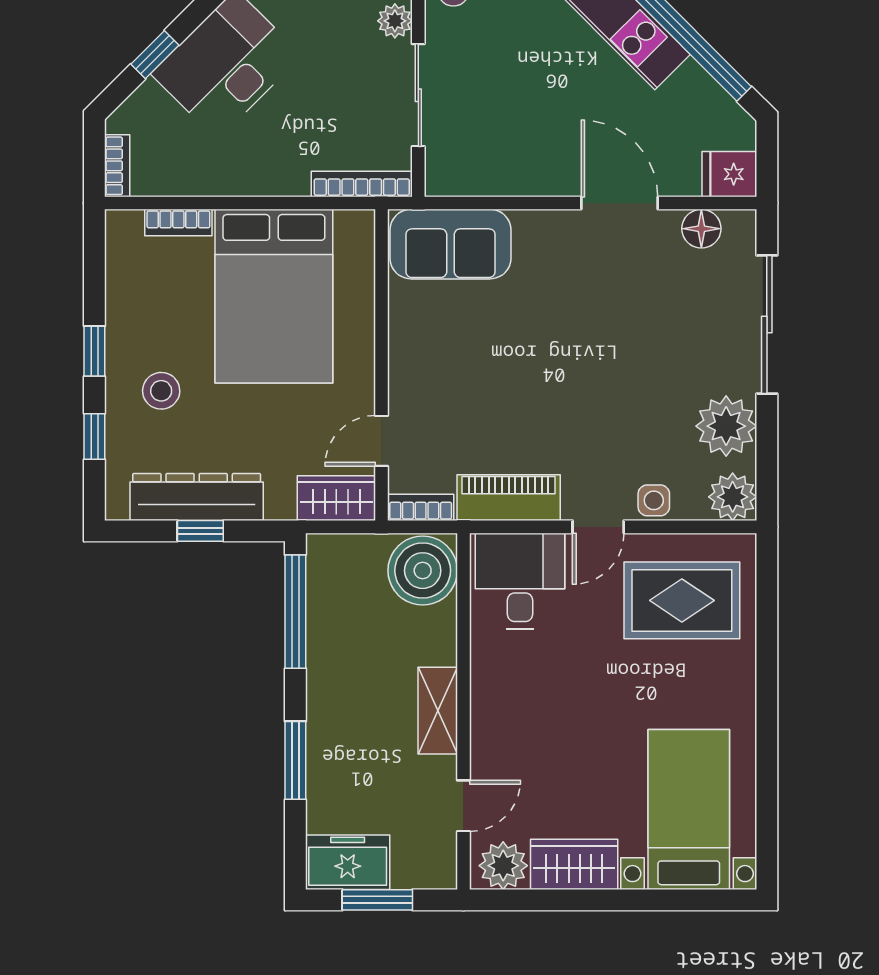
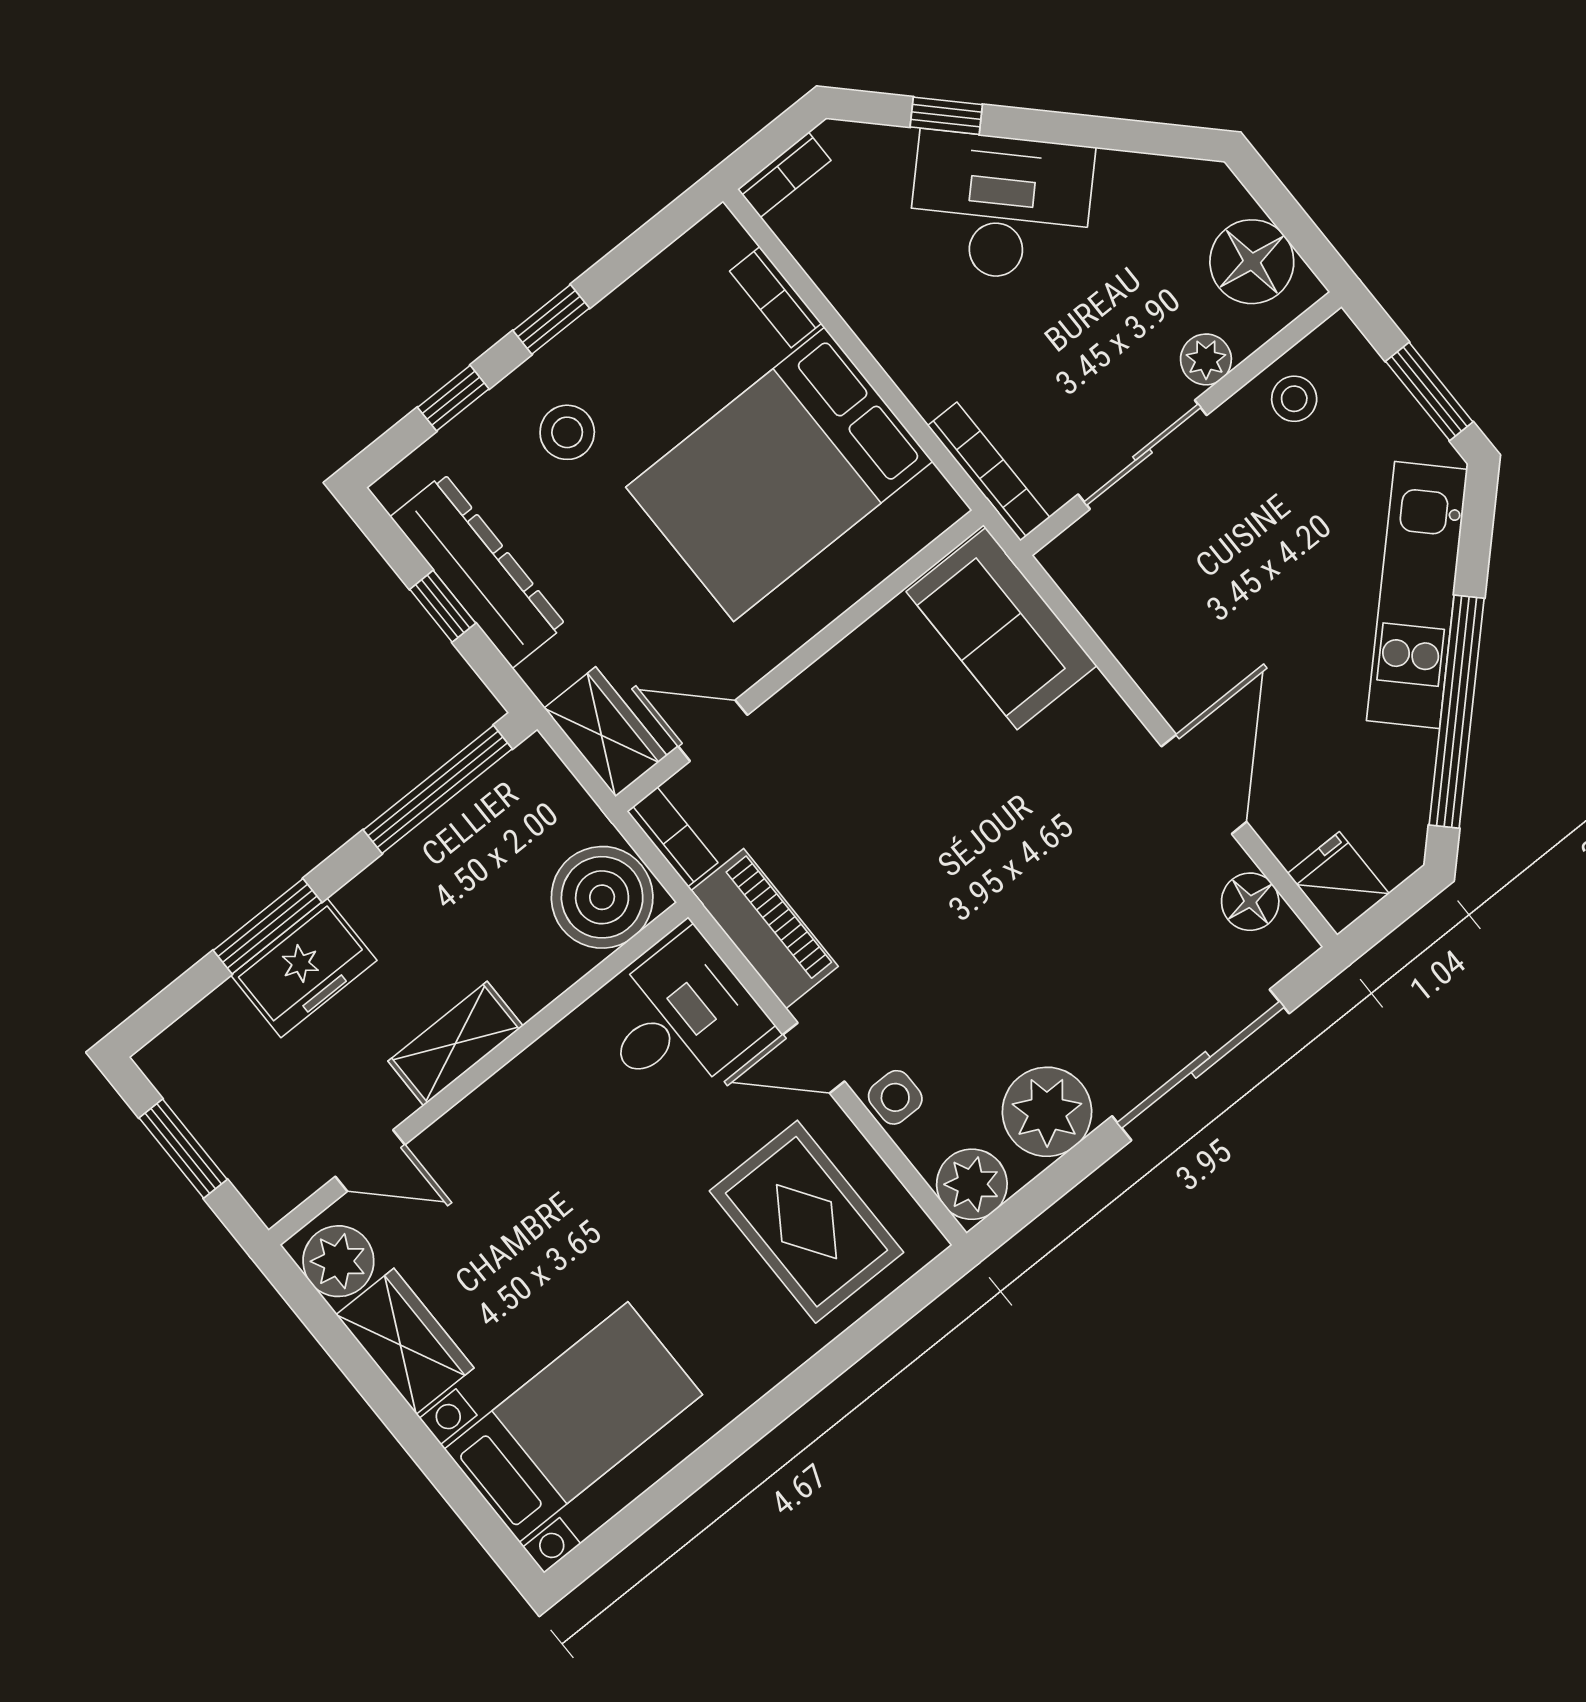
freezer: (348, 862) -> (304, 968), moved, turned 90

